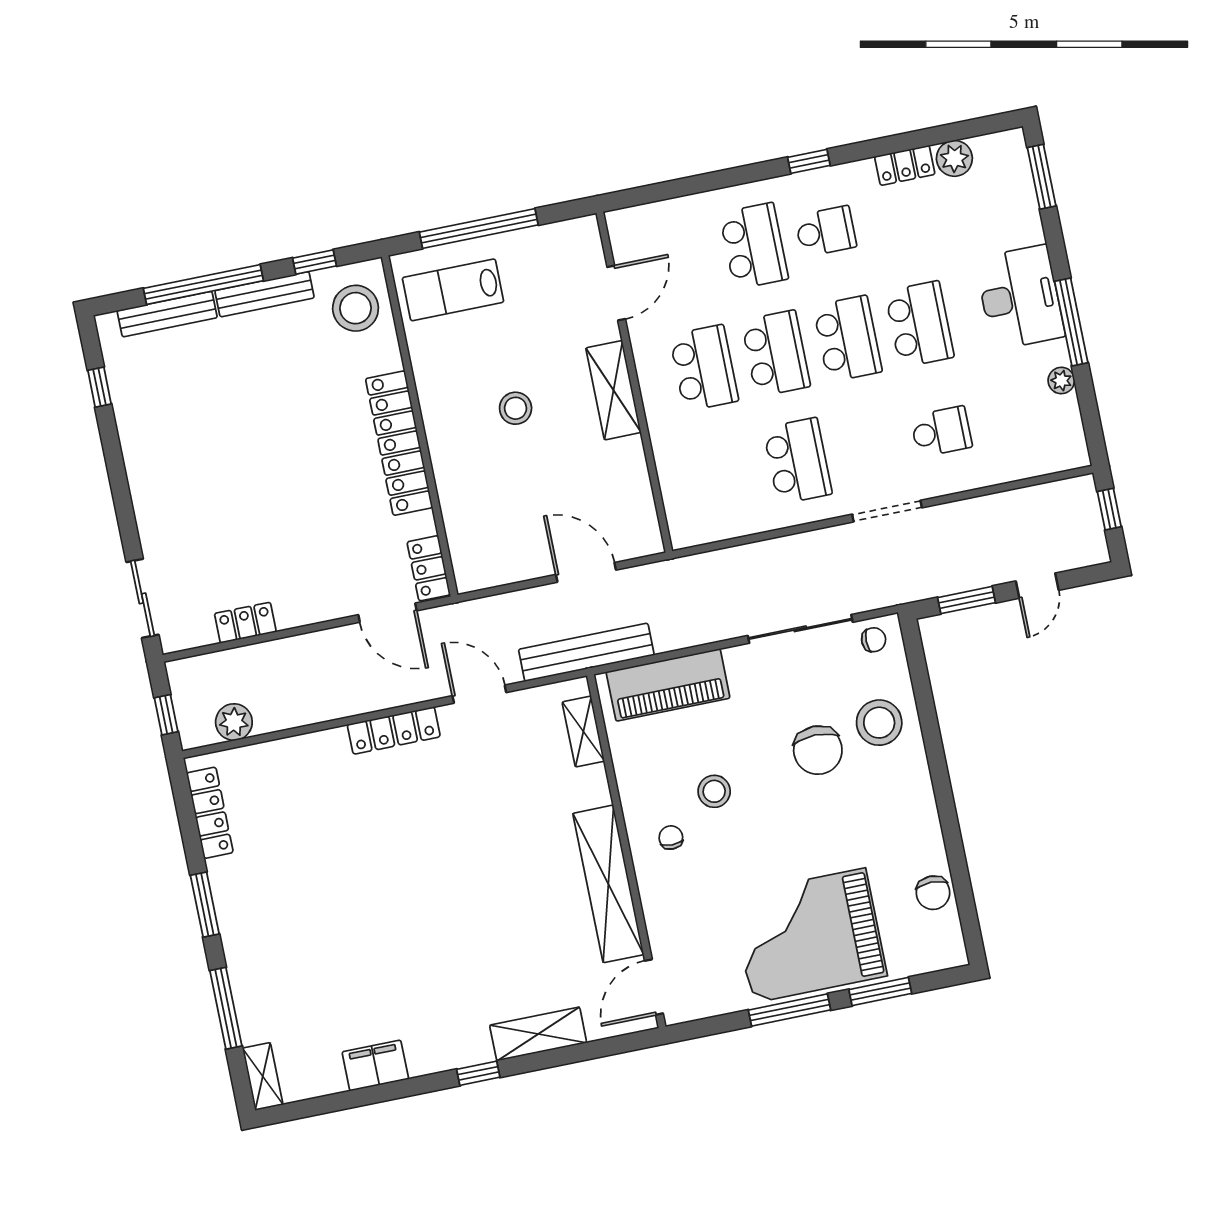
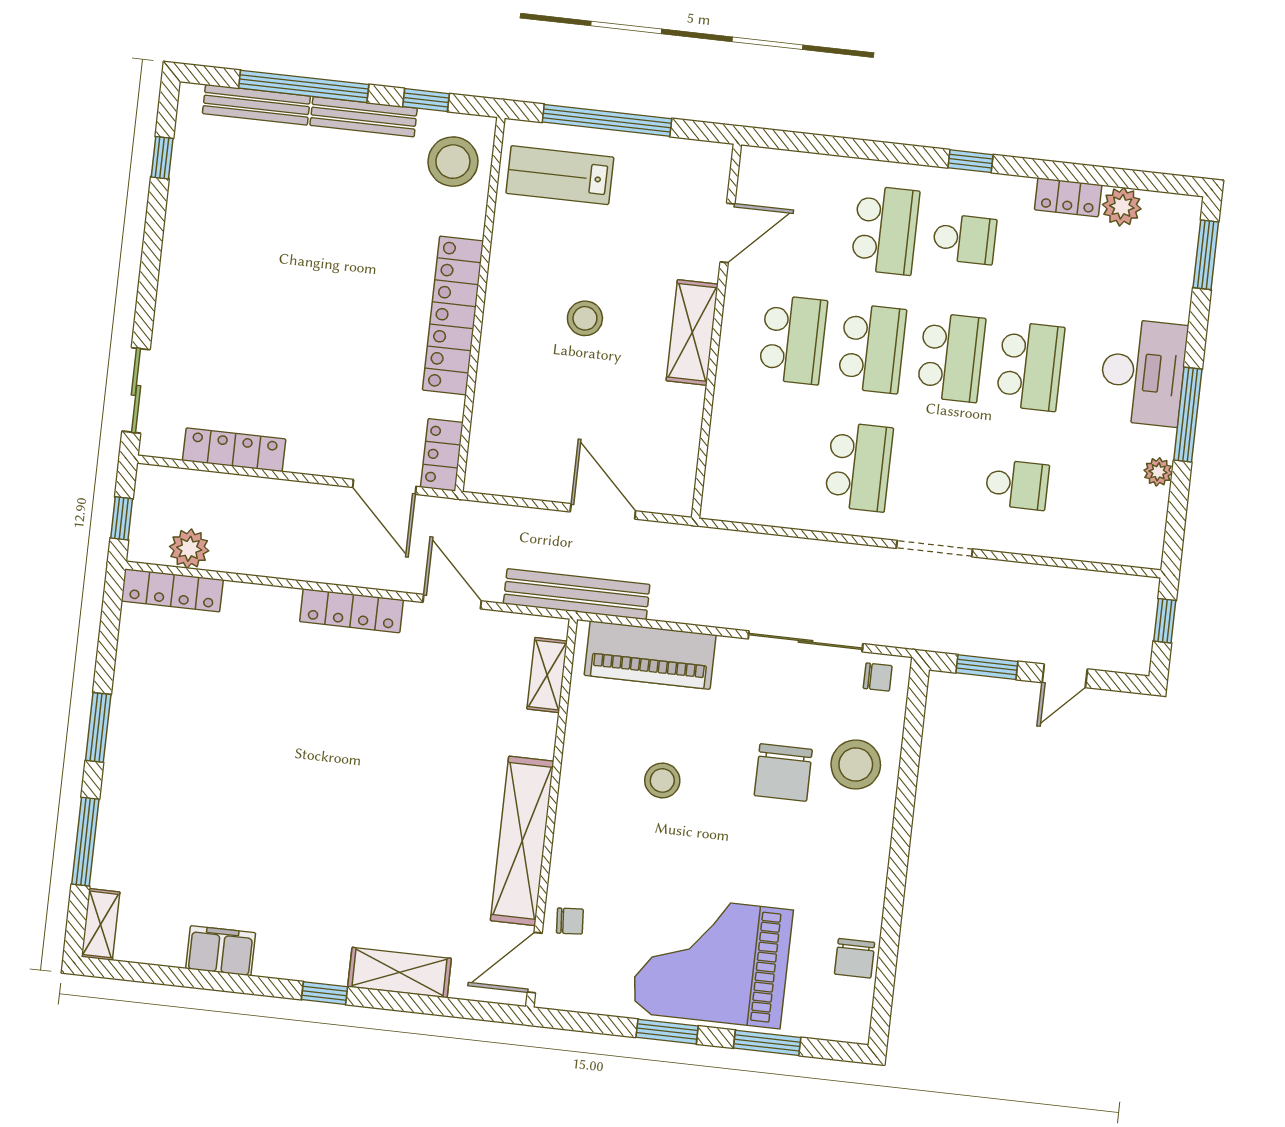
locker: (245, 623) -> (234, 450), width x1.53
locker: (210, 813) -> (172, 590), moved, turned 90
chair: (671, 838) -> (570, 921), moved, turned 86
window: (789, 1010) -> (667, 1032), width x0.69

